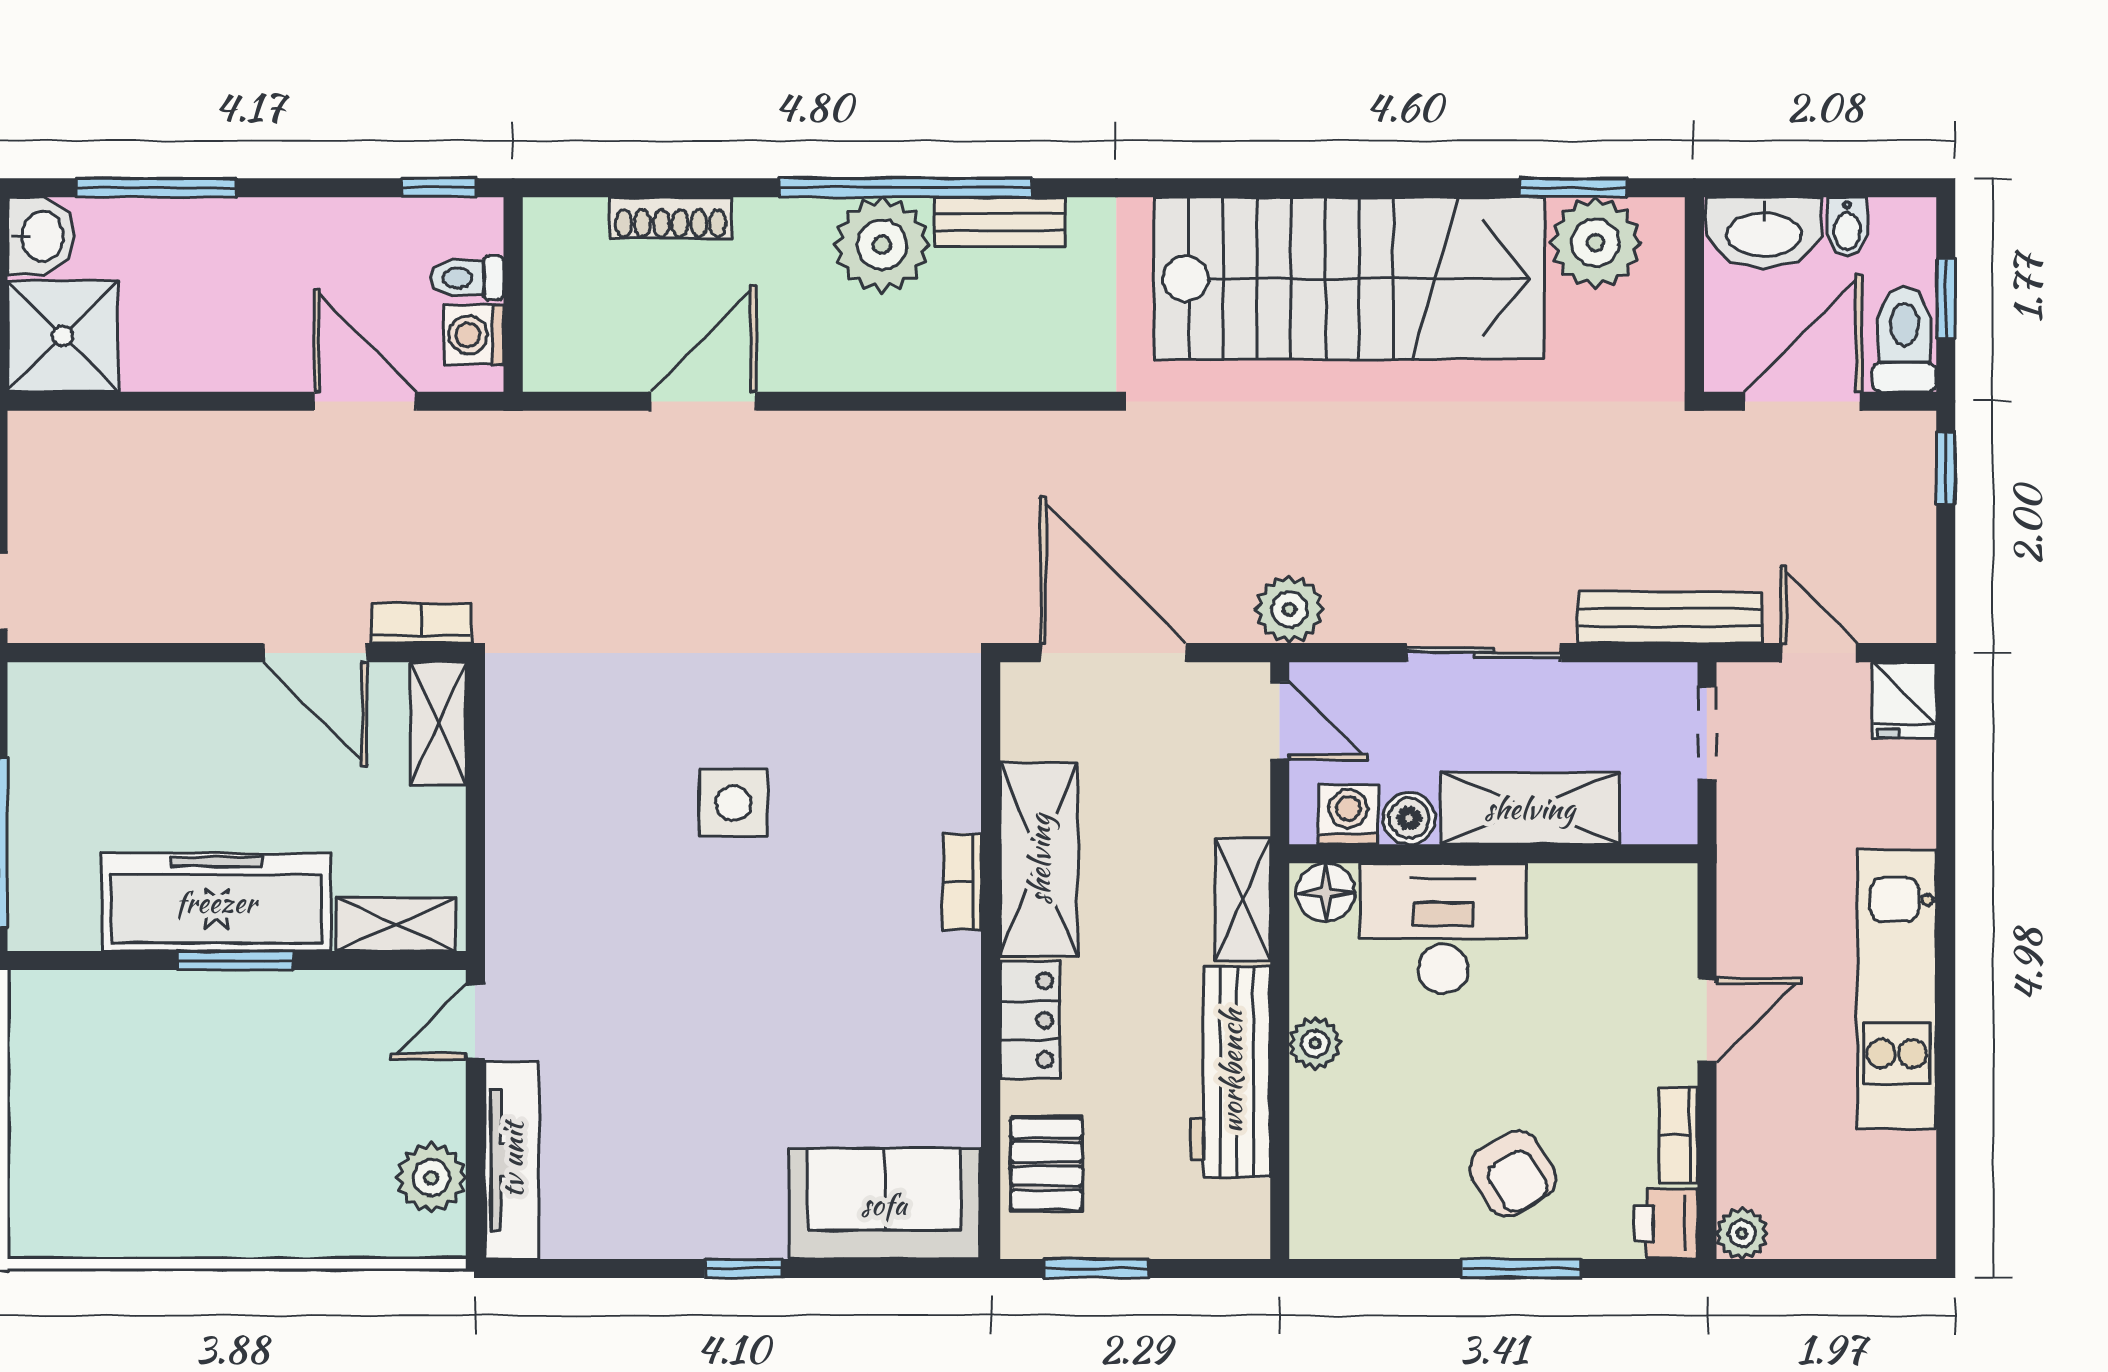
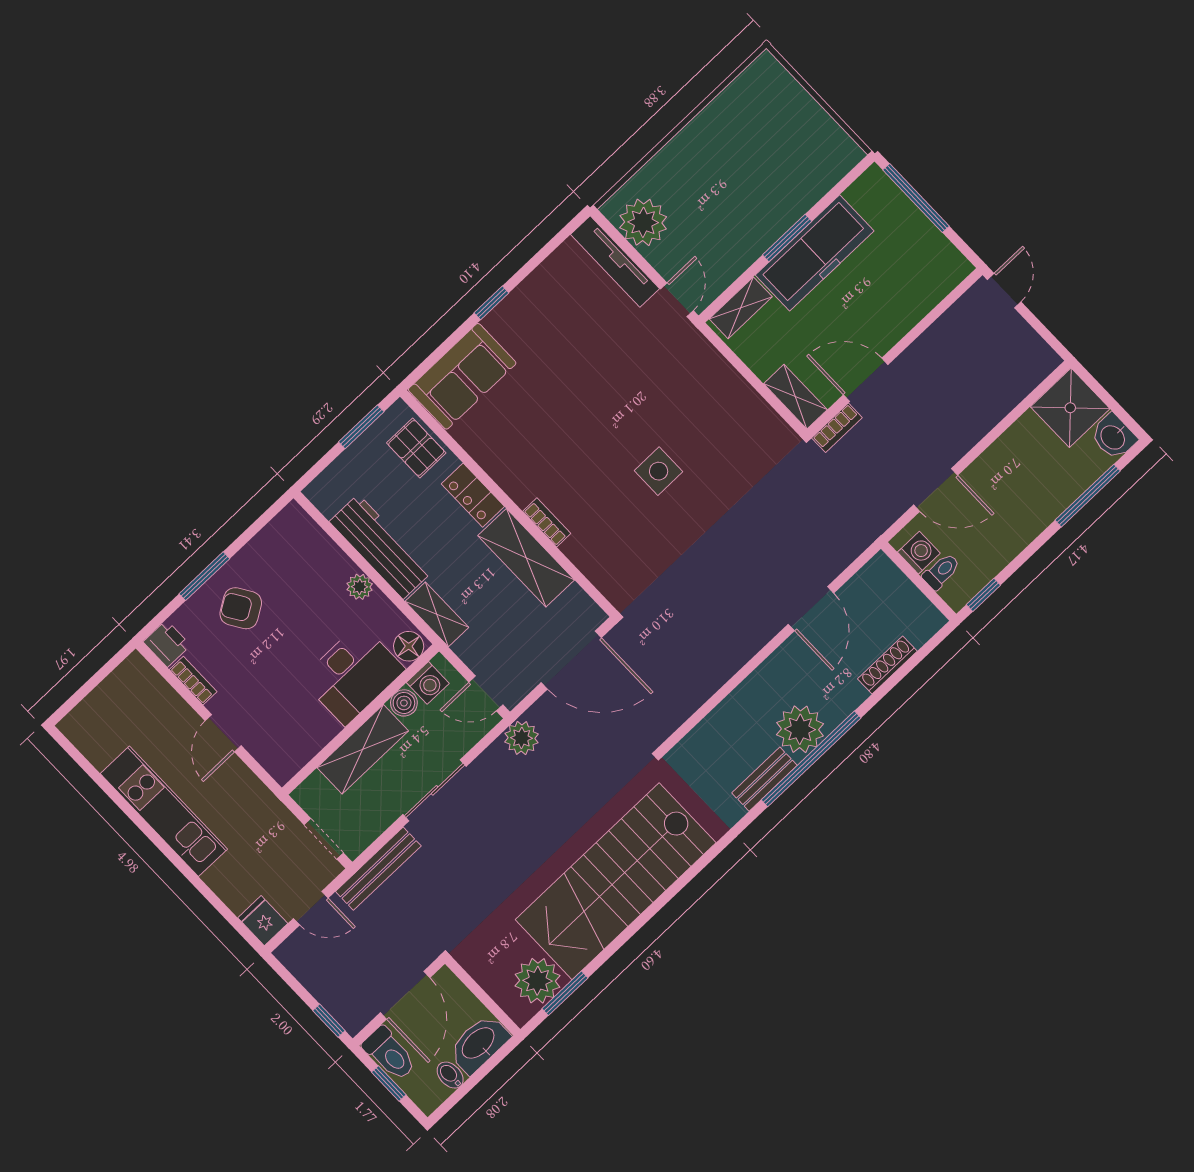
plant: (431, 1178) -> (643, 222), width x1.36, depth x1.36
plant: (1742, 1233) -> (135, 667), removed

